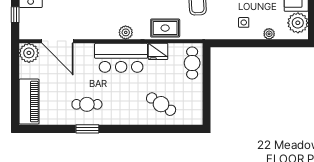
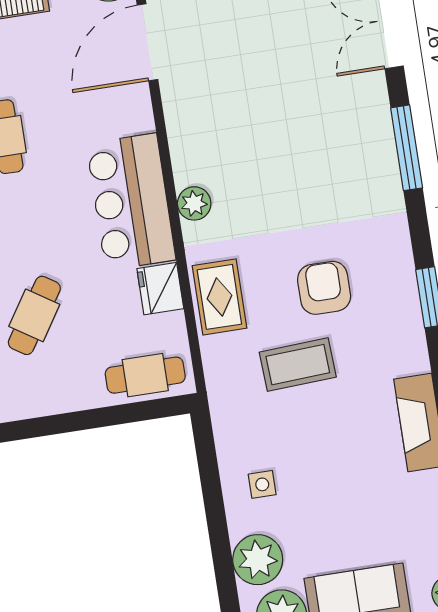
plant: (269, 34) -> (258, 560), width x1.87, depth x1.87

